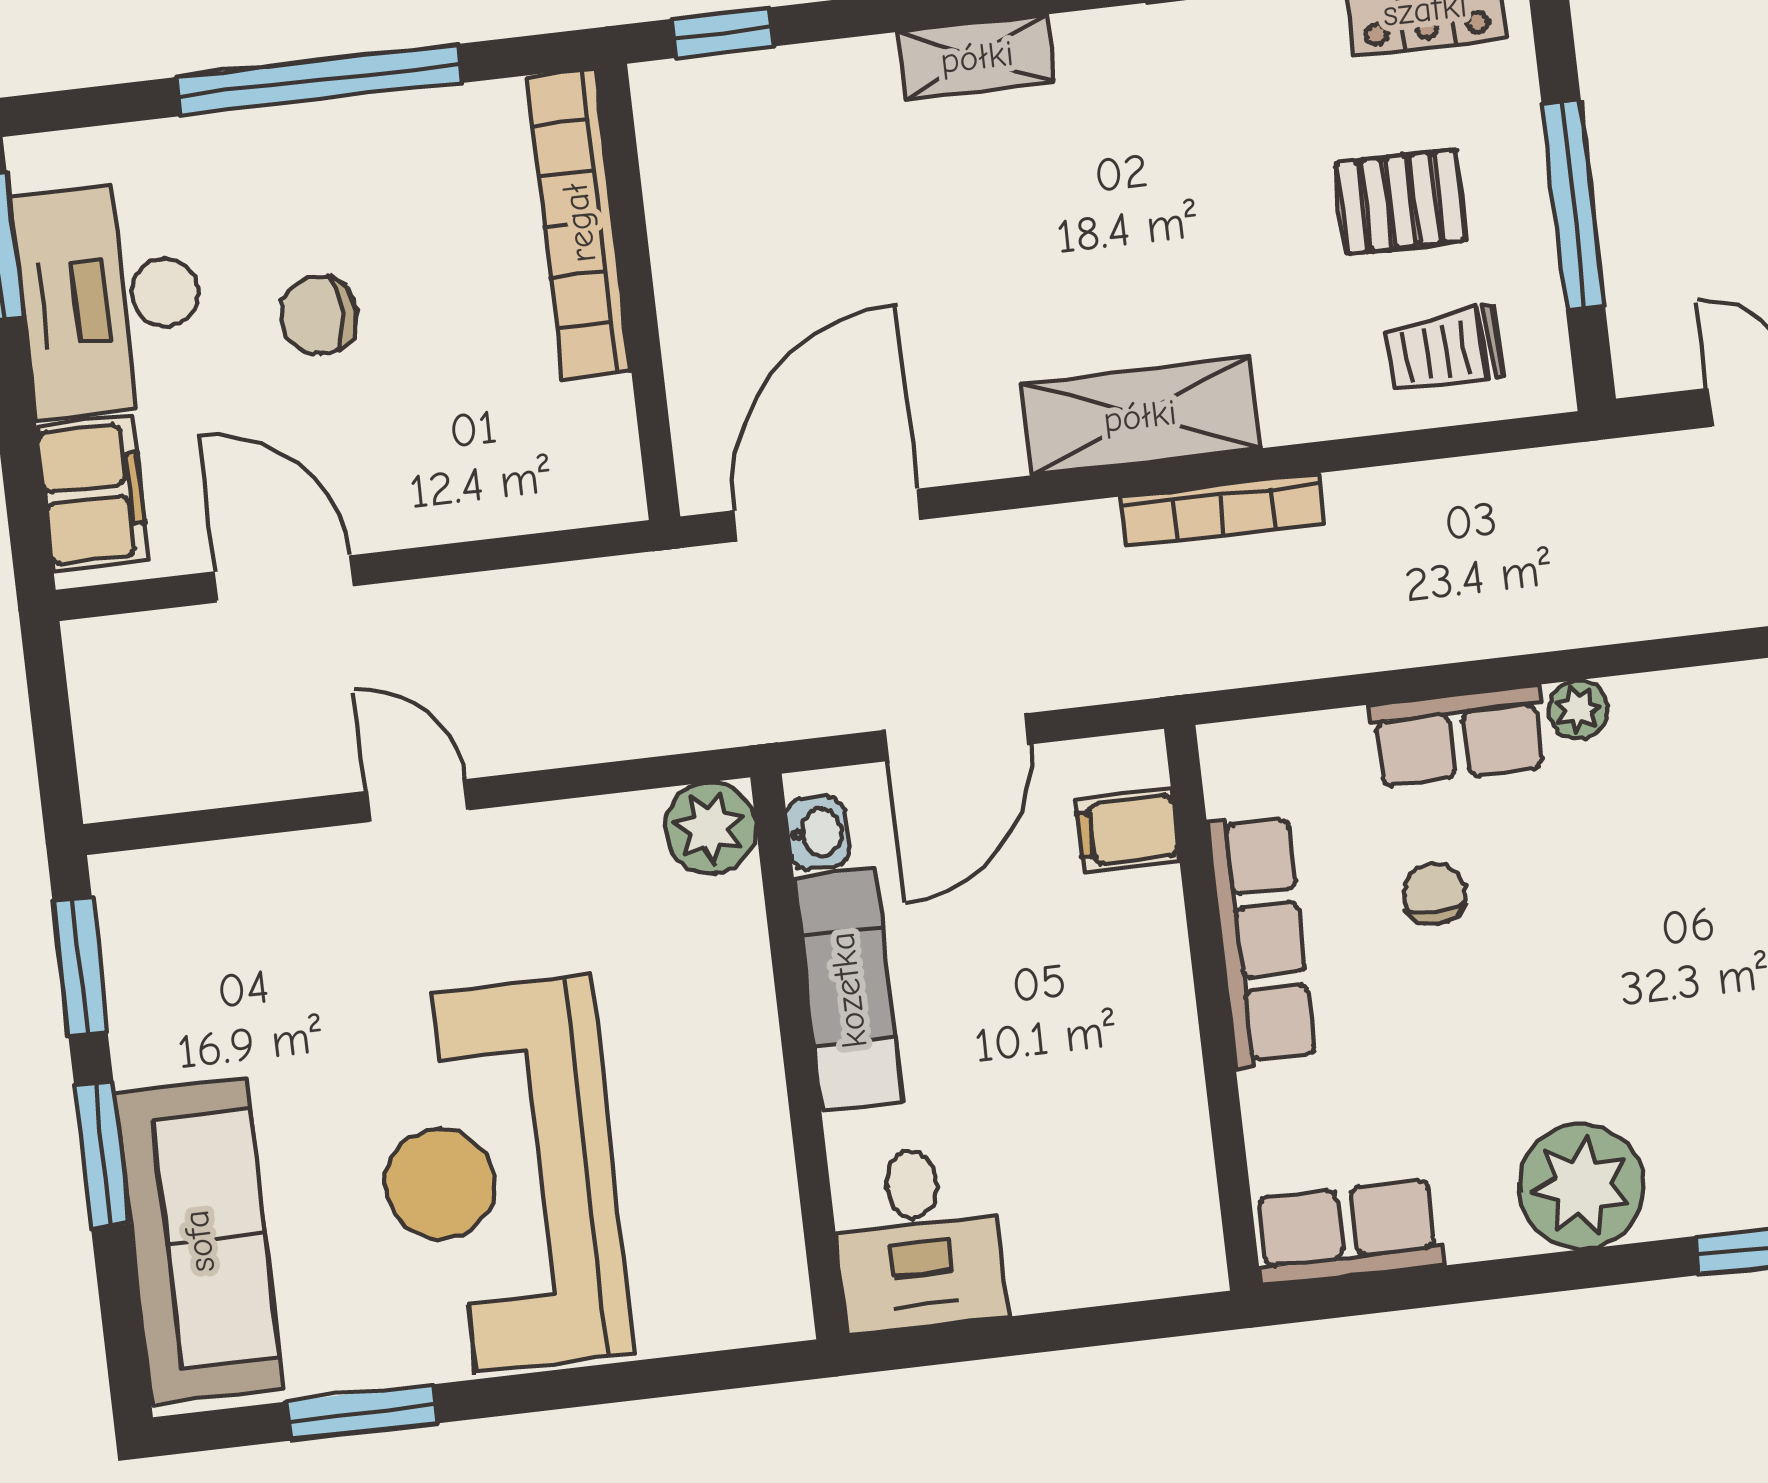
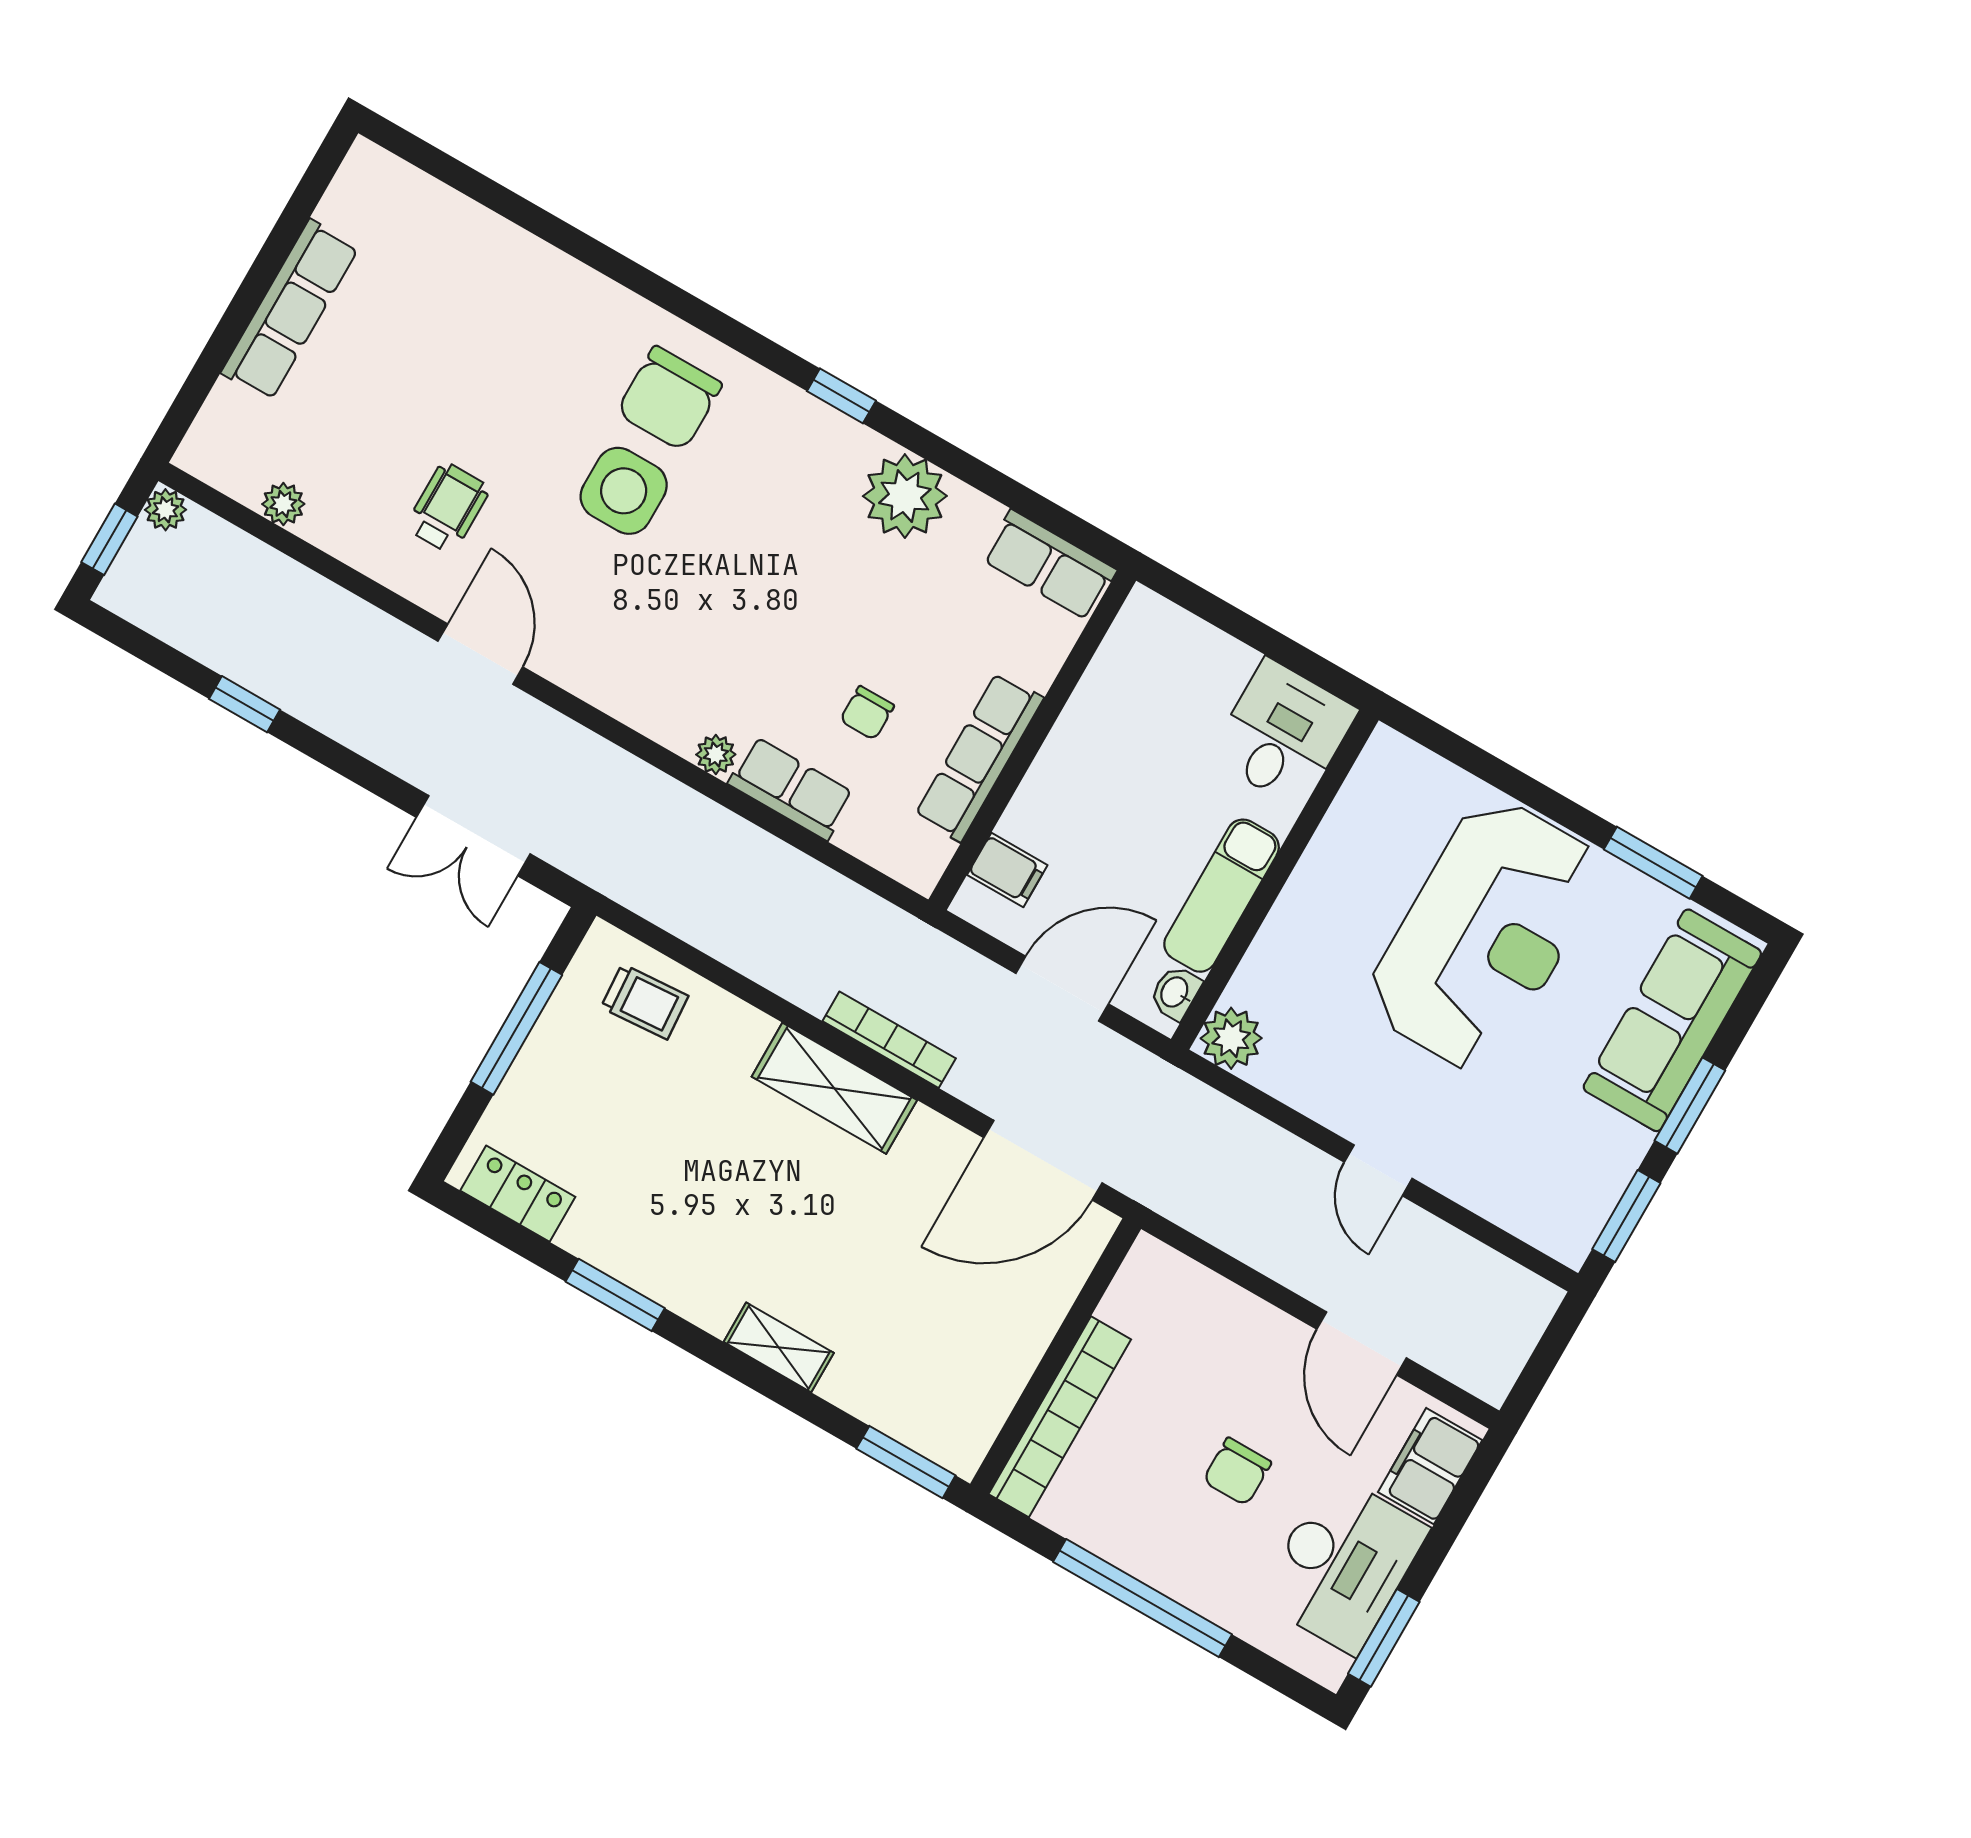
window: (723, 33) -> (906, 1462), width x1.50
pallet: (1401, 202) -> (608, 1099), removed
chair: (318, 315) -> (1237, 1472), turned 90
bookcase: (1223, 510) -> (889, 1040), moved

